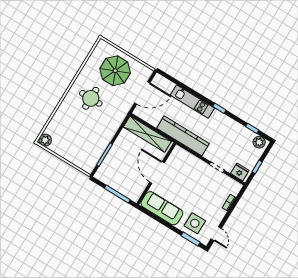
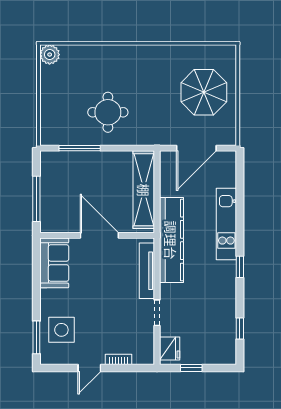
door: (142, 93) -> (196, 148), hinge flipped
round table: (91, 98) -> (108, 112), moved
plant: (259, 142) -> (227, 350), removed
tv unit: (191, 159) -> (147, 271), added
door: (157, 173) -> (99, 235), hinge flipped
sofa: (162, 208) -> (54, 263), width x0.73
door: (216, 234) -> (89, 368), moved

